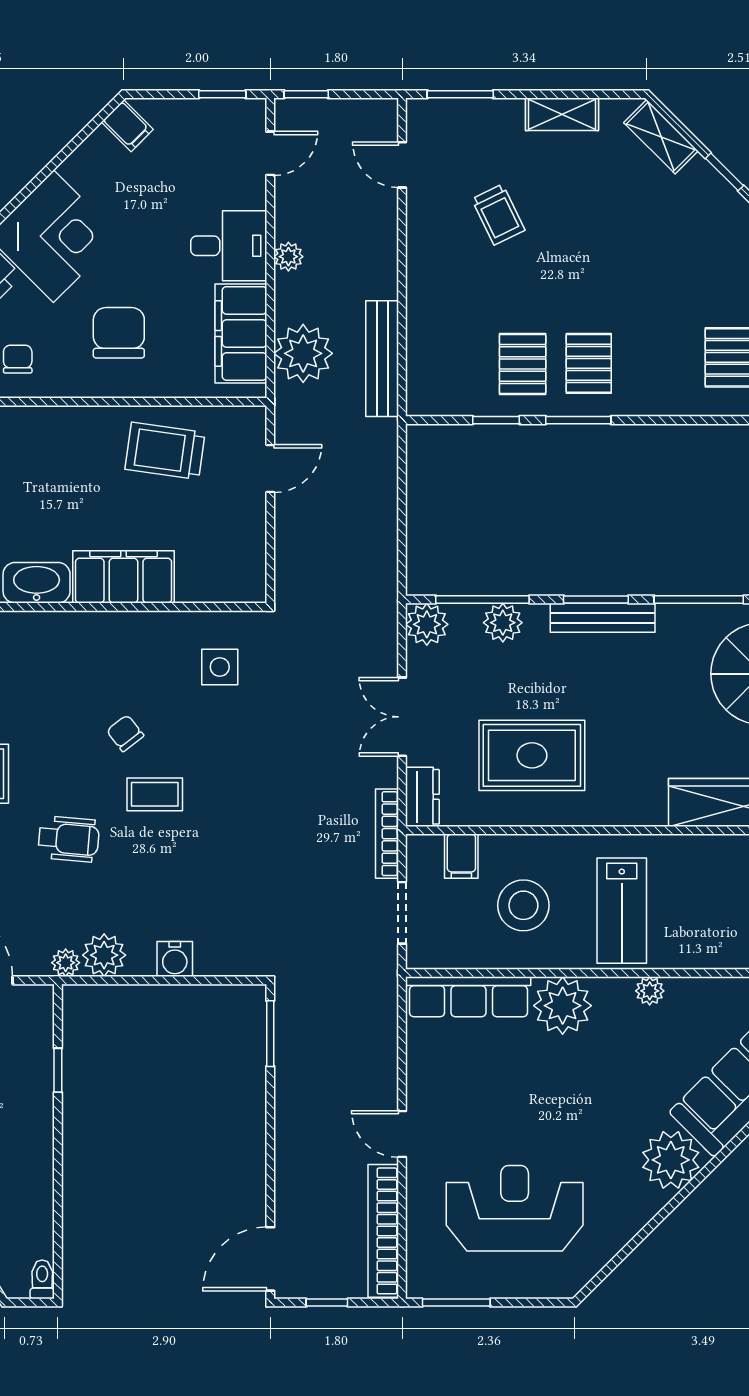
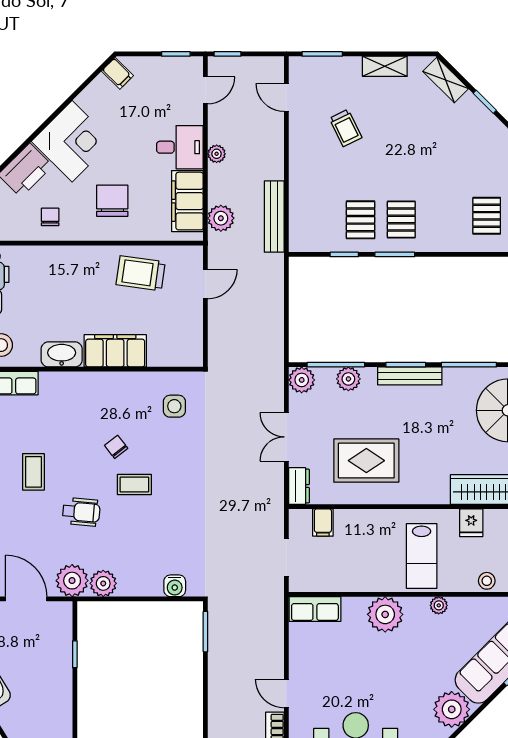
plant: (303, 353) -> (221, 218), width x0.73, depth x0.73
bookcase: (387, 834) -> (277, 509), removed
fridge: (702, 856) -> (471, 523), added
stool: (523, 905) -> (487, 581), moved, width x0.53, depth x0.53
water cooler: (175, 959) -> (175, 586), moved
plant: (66, 963) -> (72, 581), width x1.88, depth x1.88
row of seats: (468, 997) -> (315, 609), width x0.68

